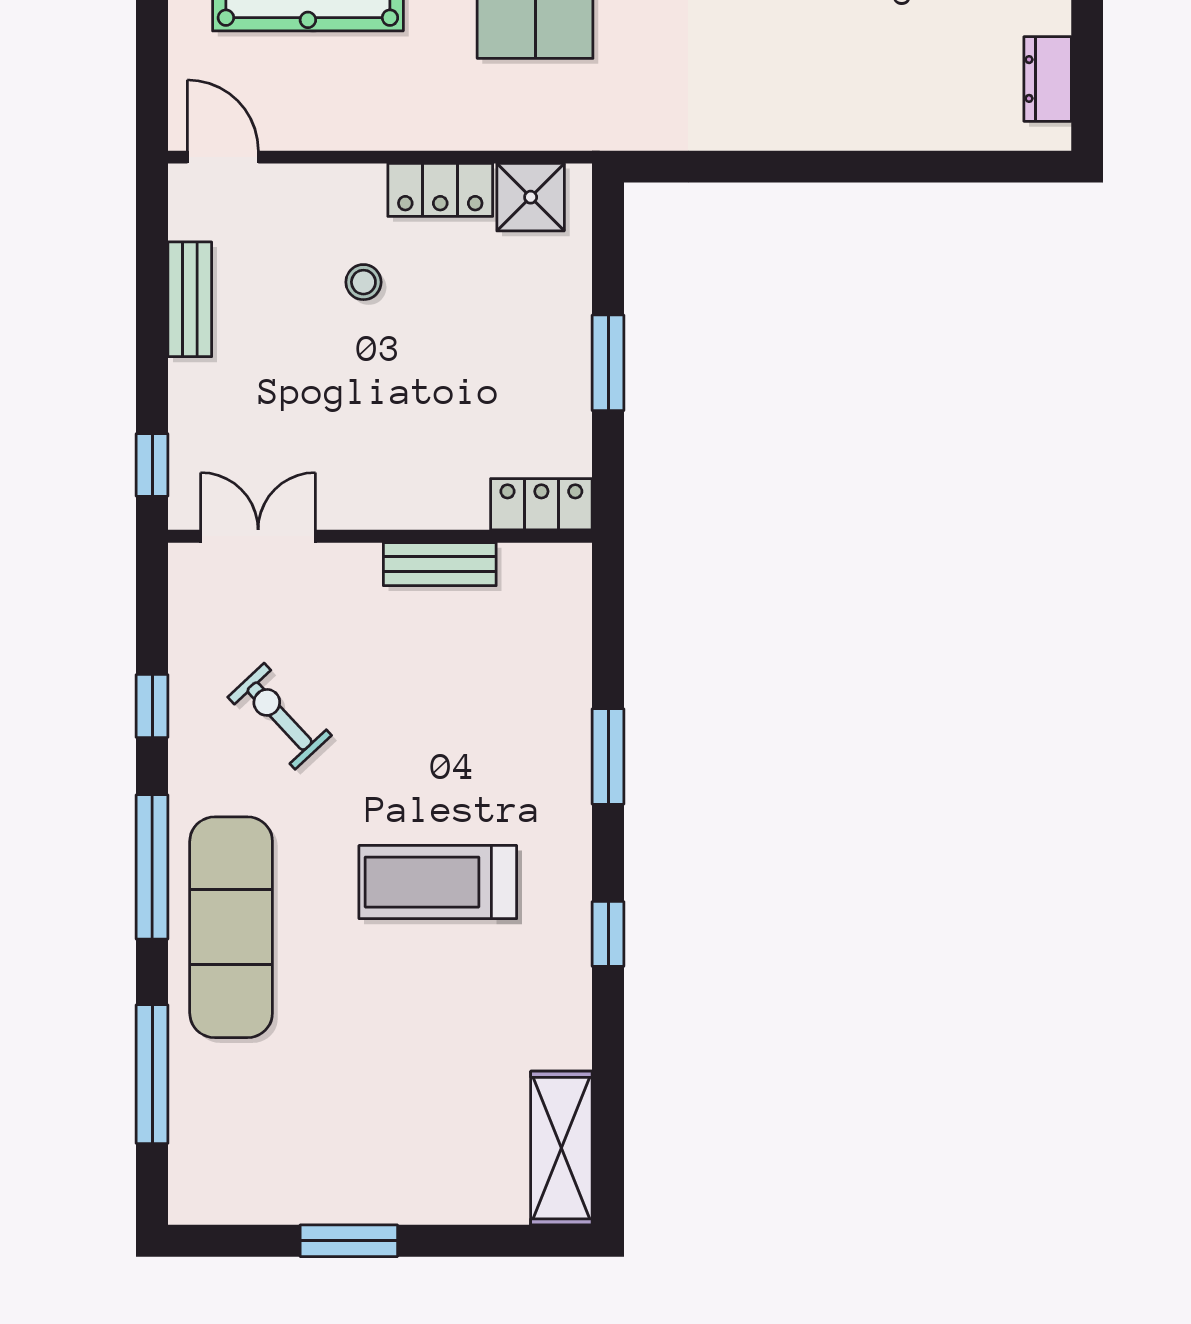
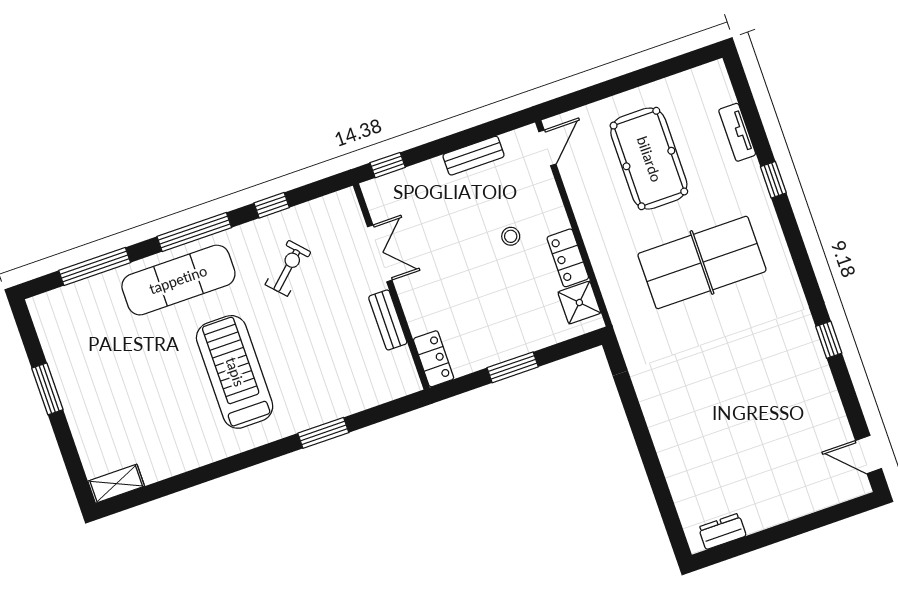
double door: (258, 536) -> (380, 253), moved
treadmill: (438, 882) -> (235, 372), width x1.37, depth x1.37
window: (608, 934) -> (238, 462), removed
shelving: (561, 1148) -> (116, 484), width x0.67, depth x0.75

